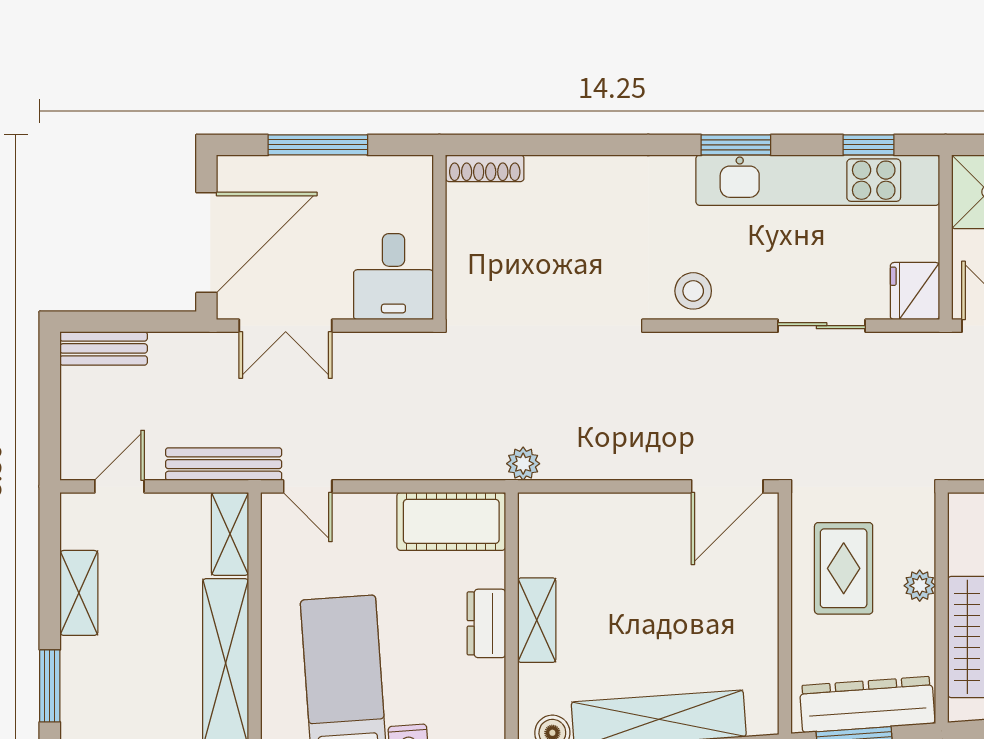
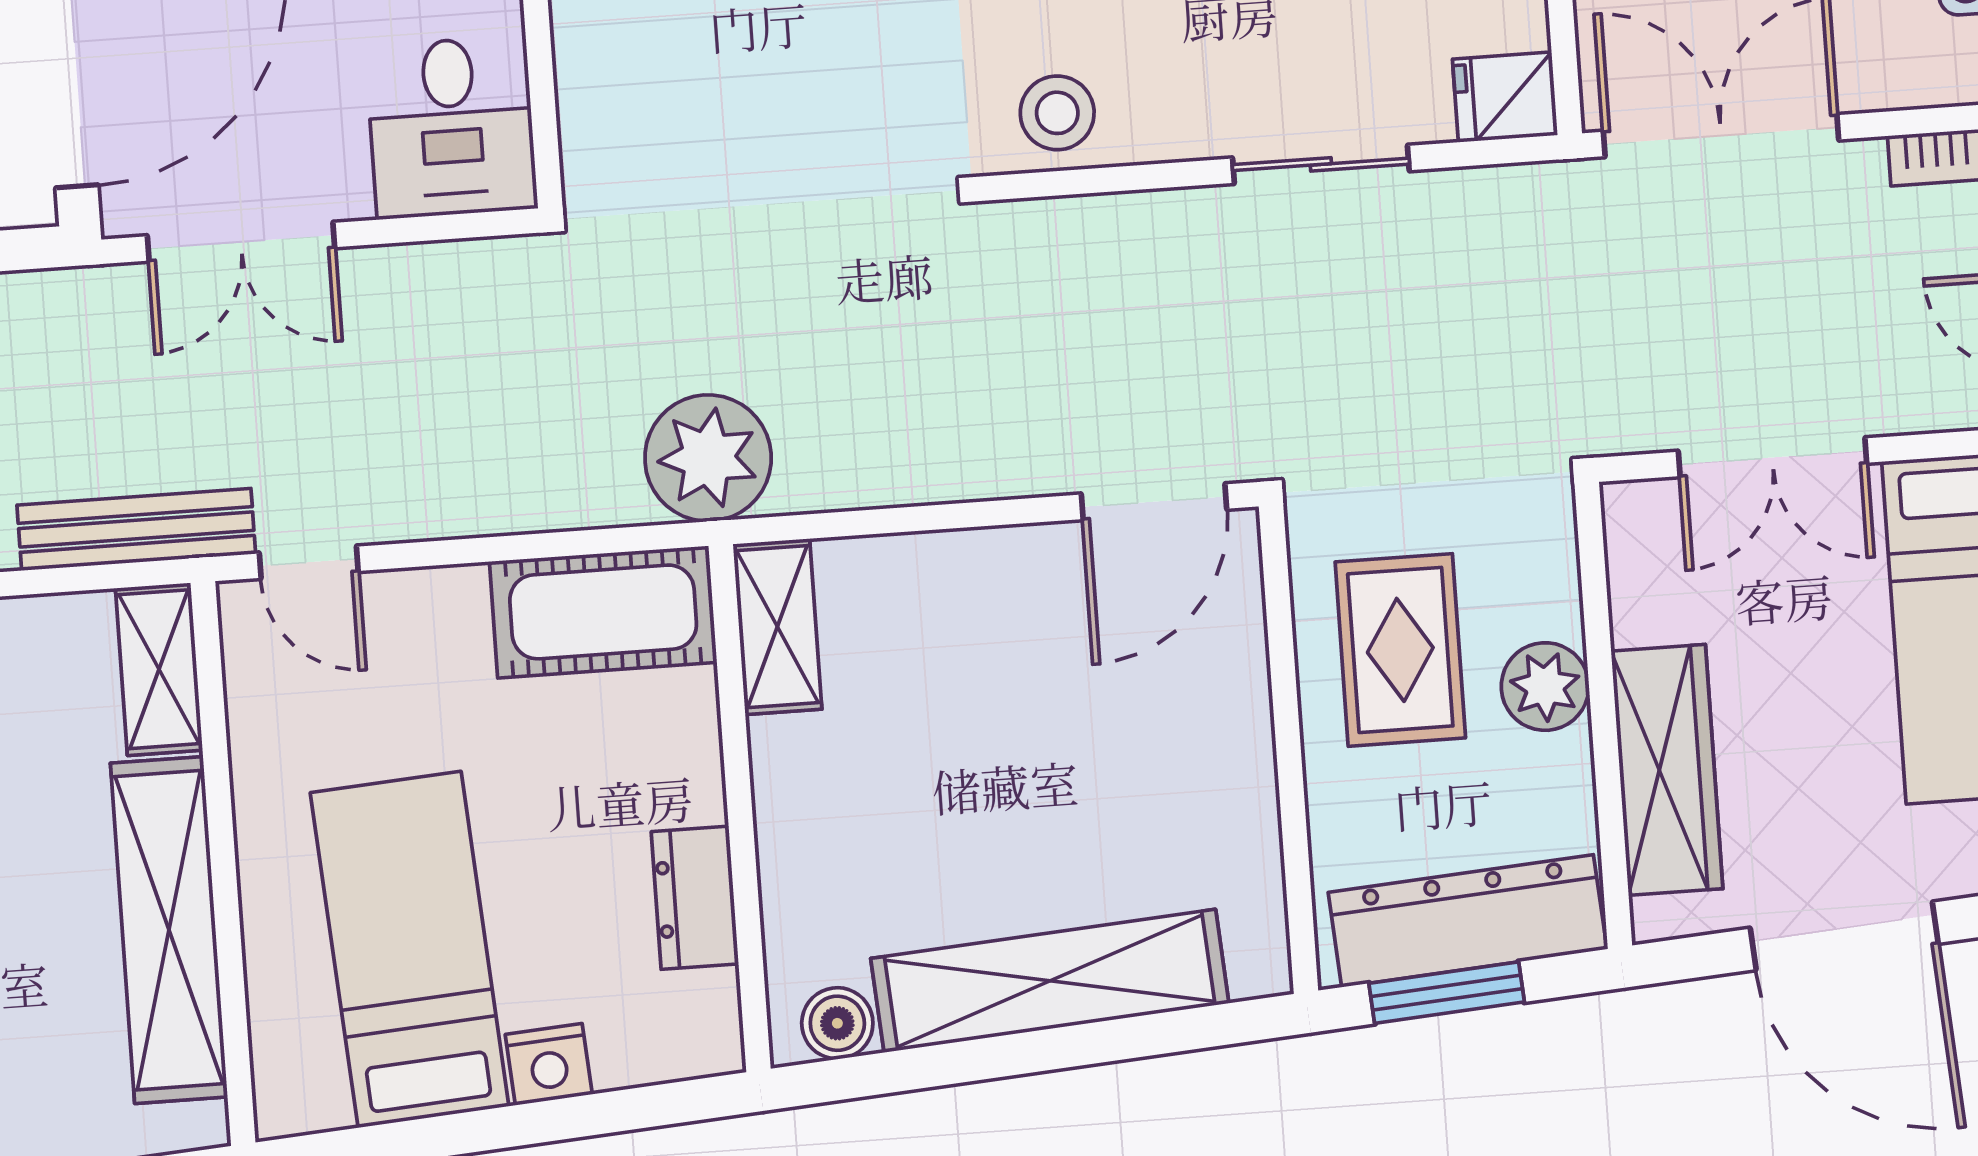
fridge: (915, 291) -> (1505, 97), width x0.72
plant: (523, 464) -> (708, 458), width x1.87, depth x1.87
plant: (920, 586) -> (1545, 687), width x1.38, depth x1.38
shelving: (537, 620) -> (777, 627), moved
dresser: (486, 623) -> (695, 898), moved

